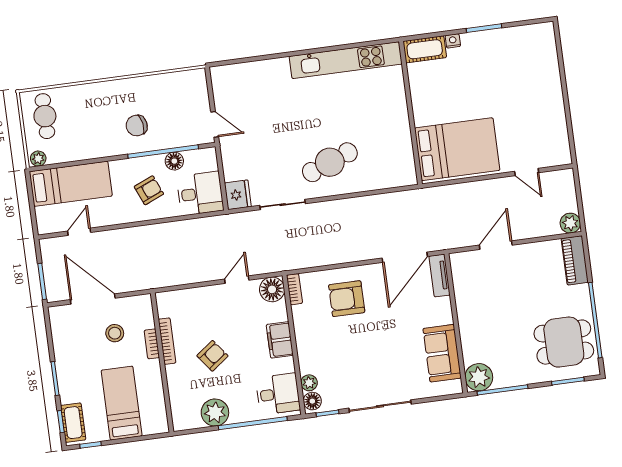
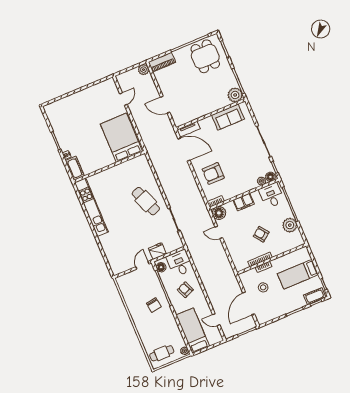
floor lamp: (174, 161) -> (161, 267), moved
fridge: (238, 195) -> (157, 251), moved
armchair: (347, 299) -> (213, 173), turned 90

